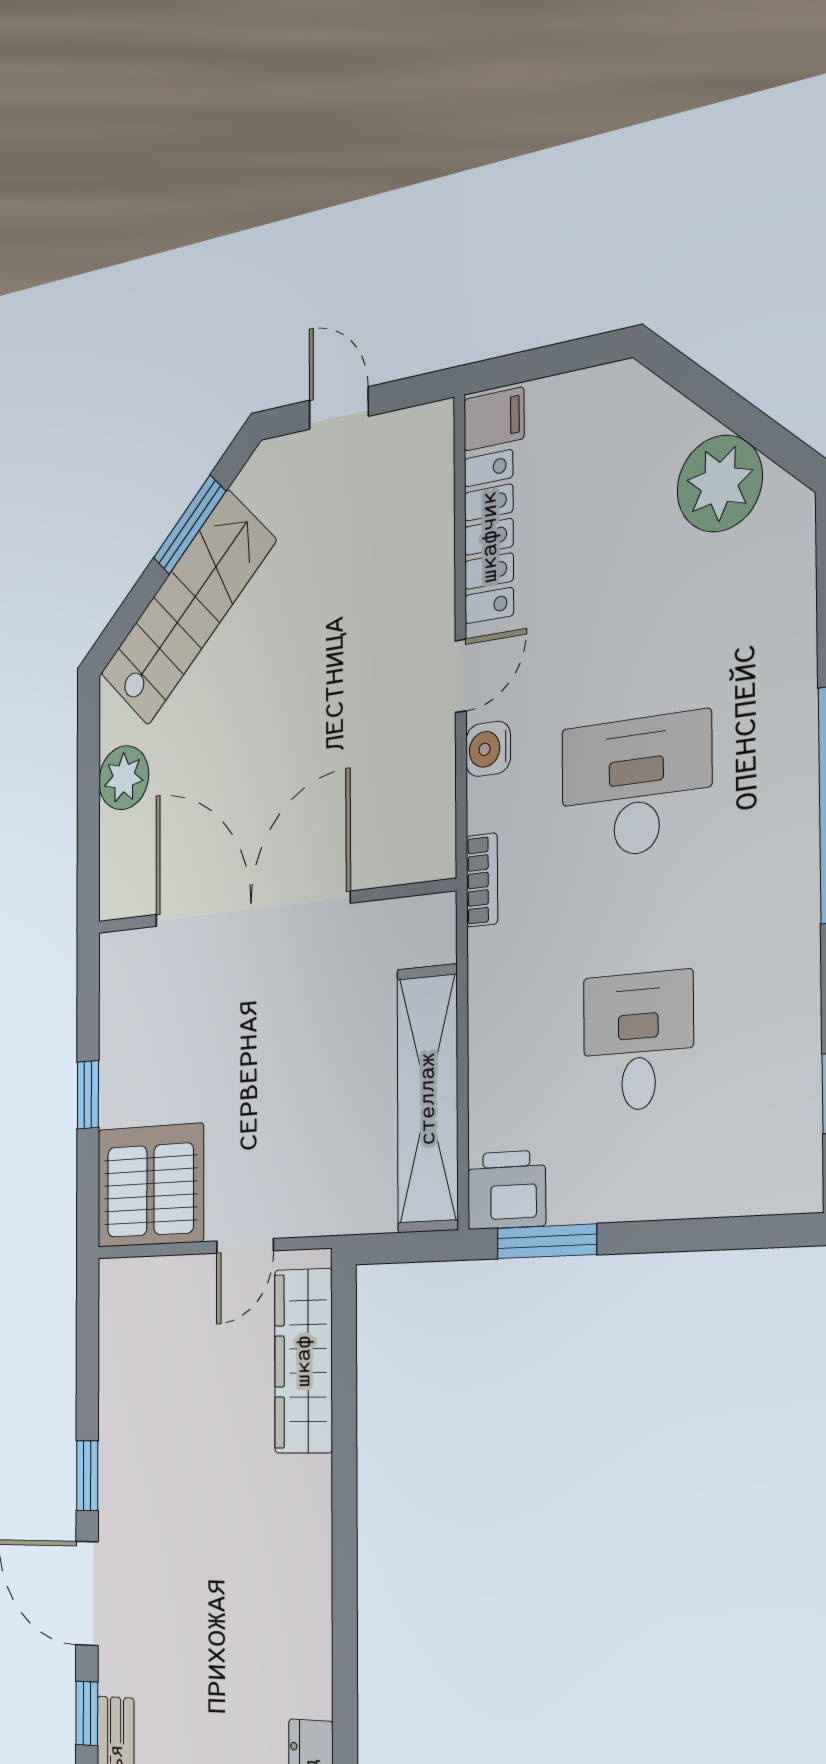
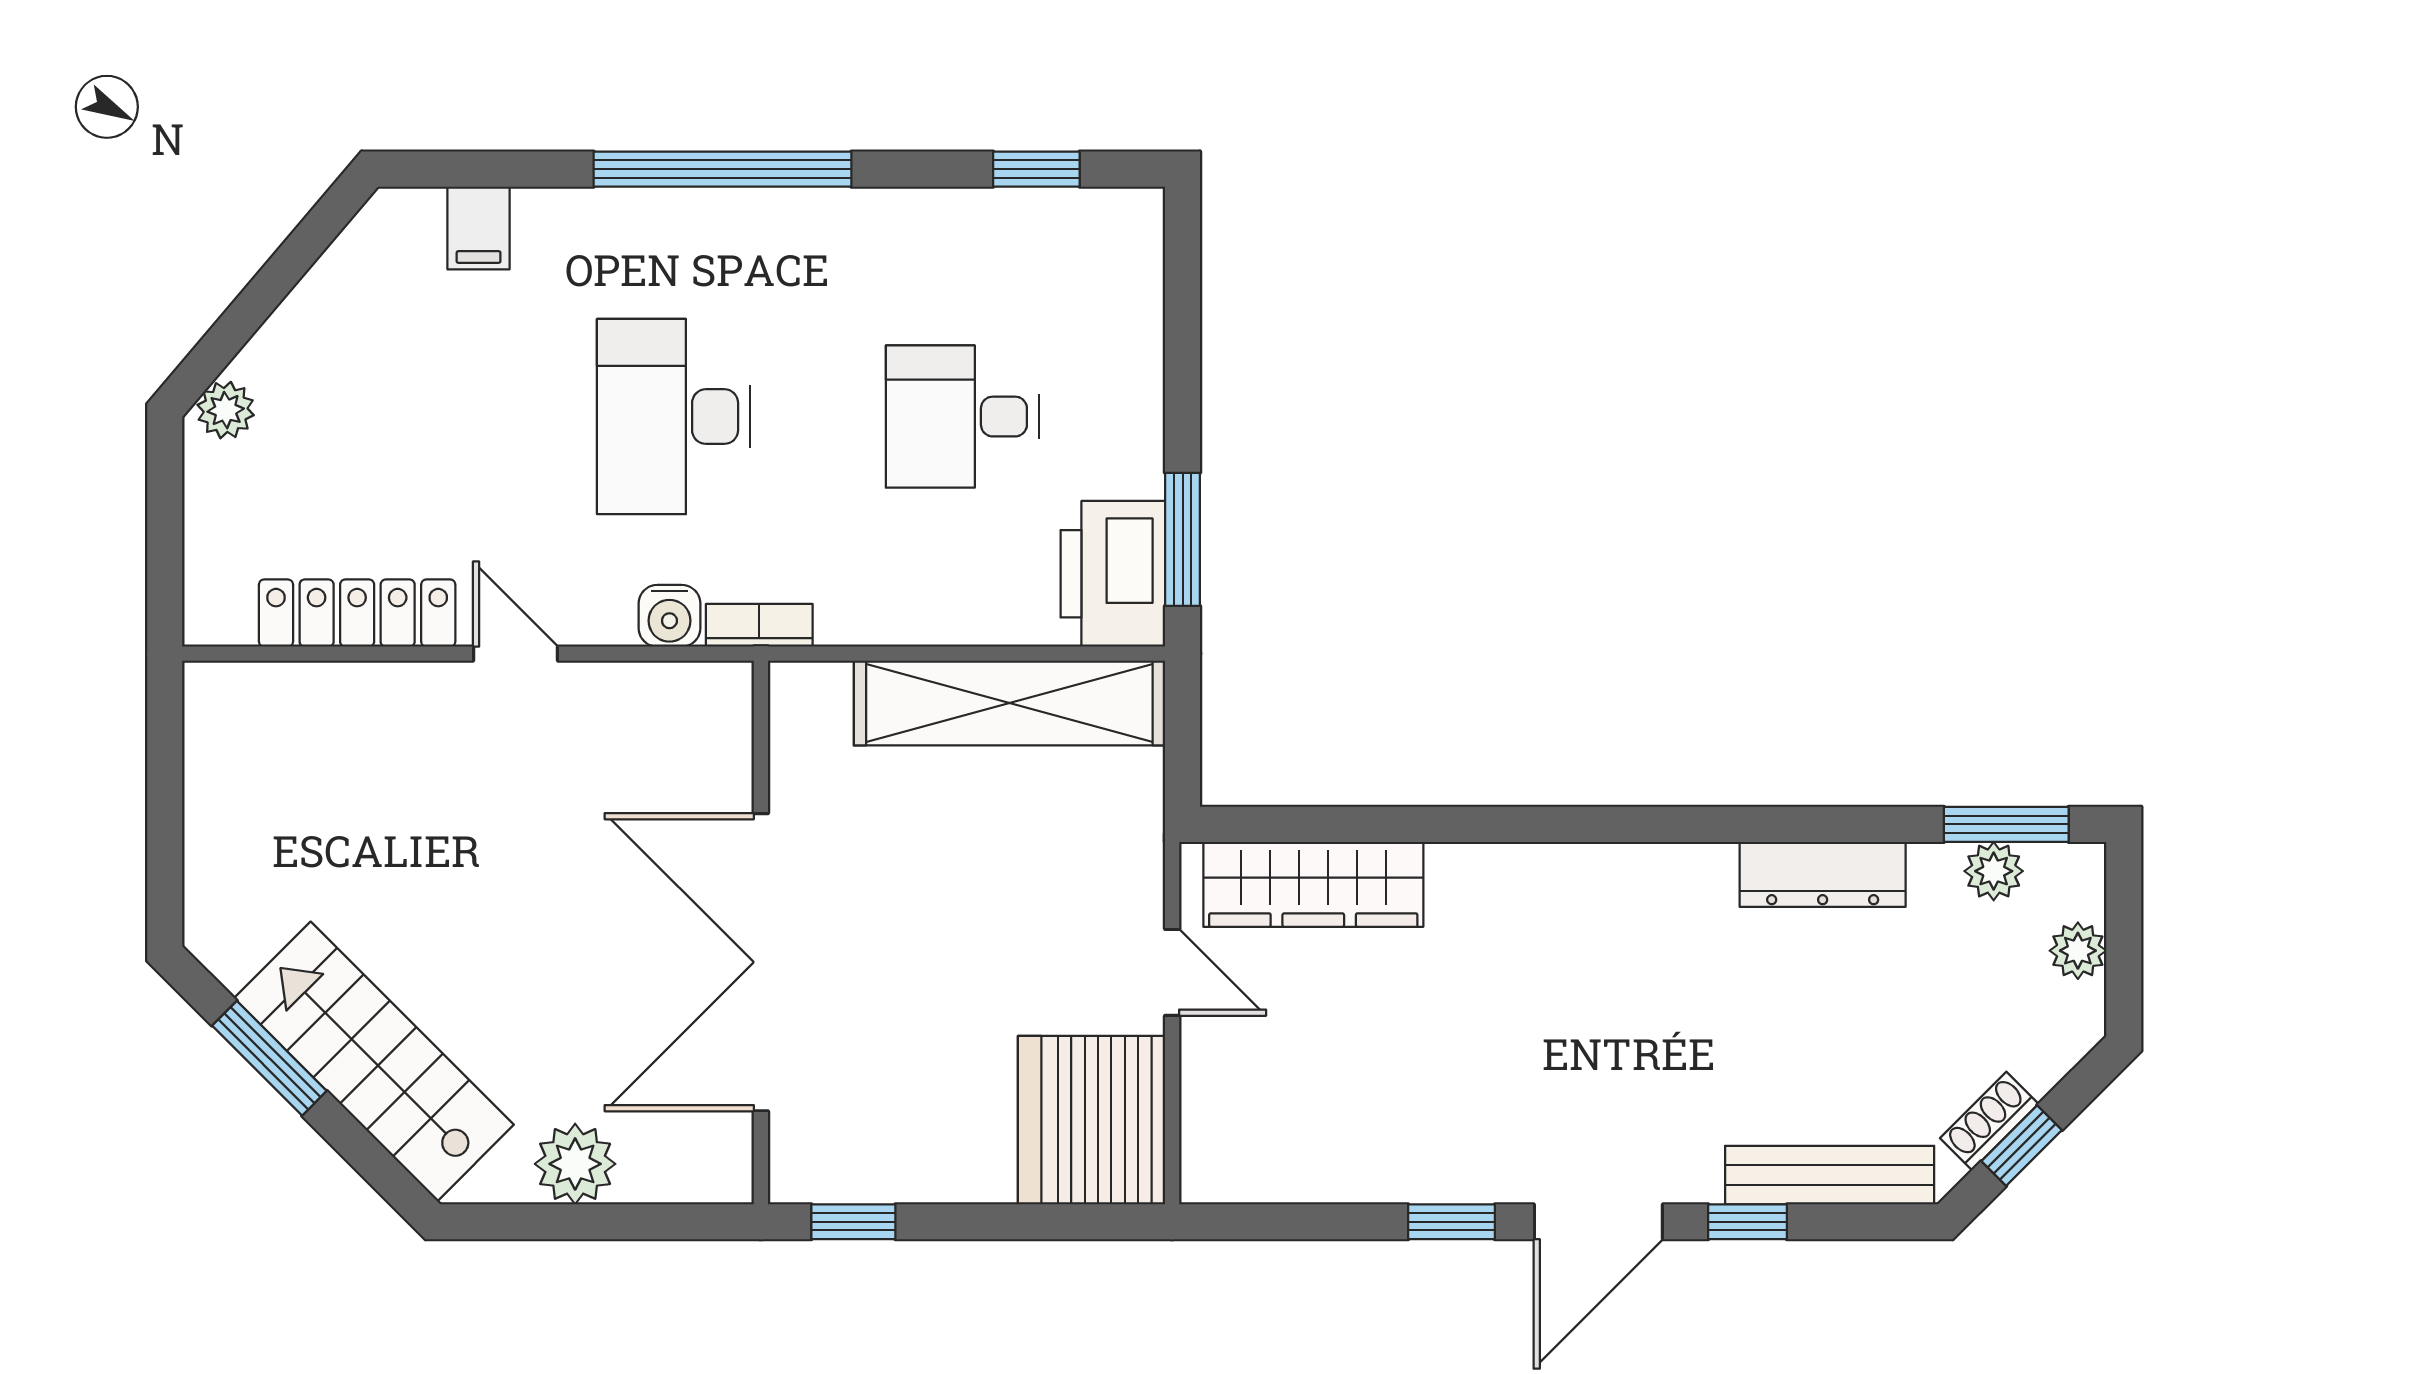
door: (339, 408) -> (165, 829), removed
filing cabinet: (494, 419) -> (479, 228), moved, turned 180
plant: (720, 484) -> (226, 410), moved, width x0.53, depth x0.53
water cooler: (488, 749) -> (669, 616), moved
window: (88, 1095) -> (853, 1222), moved
printer: (507, 1190) -> (1113, 574), width x1.37, depth x1.19

